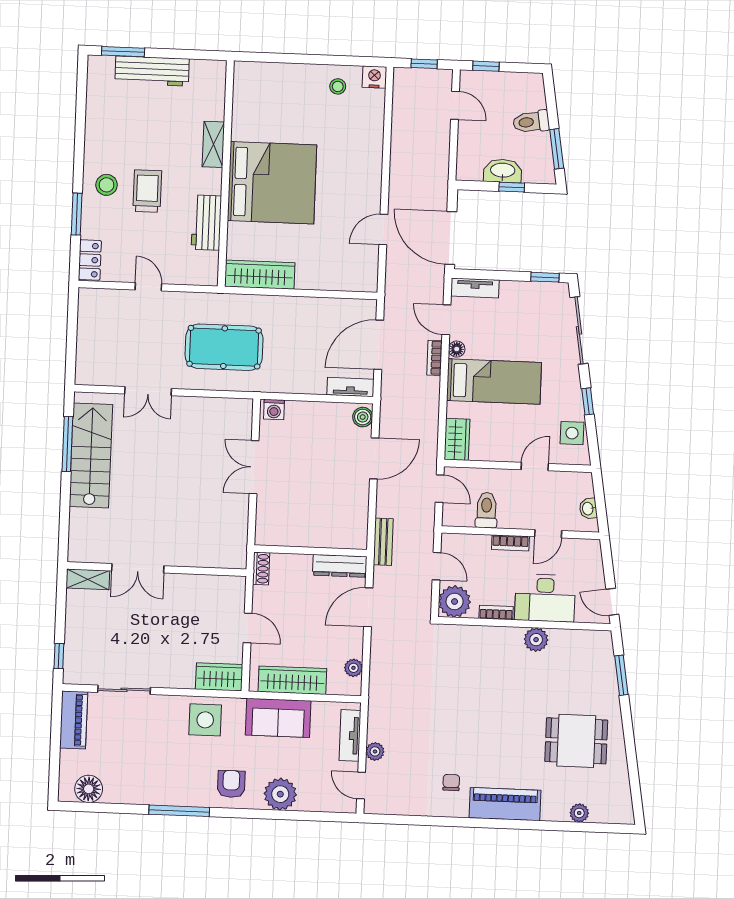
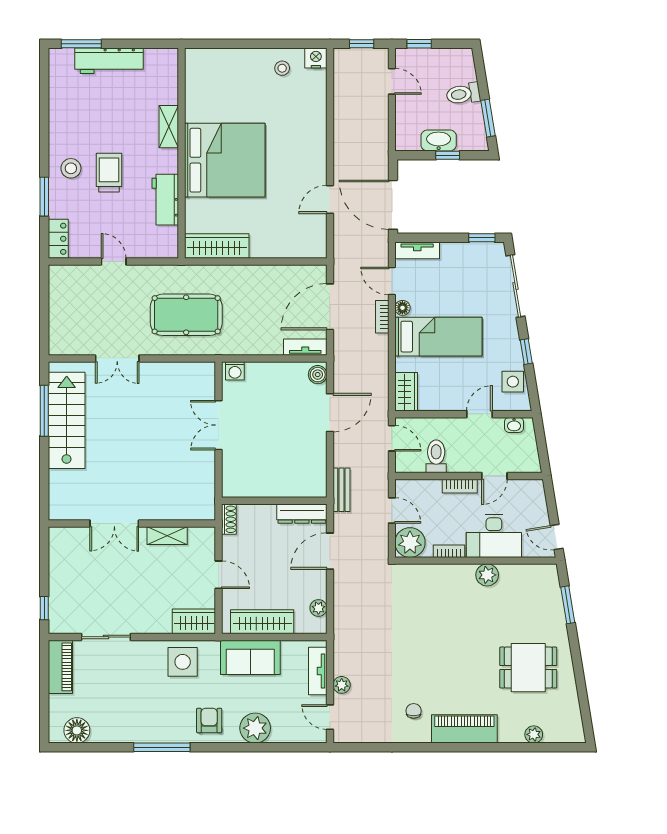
washbasin: (588, 509) -> (514, 425), moved, turned -81
shelving: (88, 579) -> (167, 536), moved

